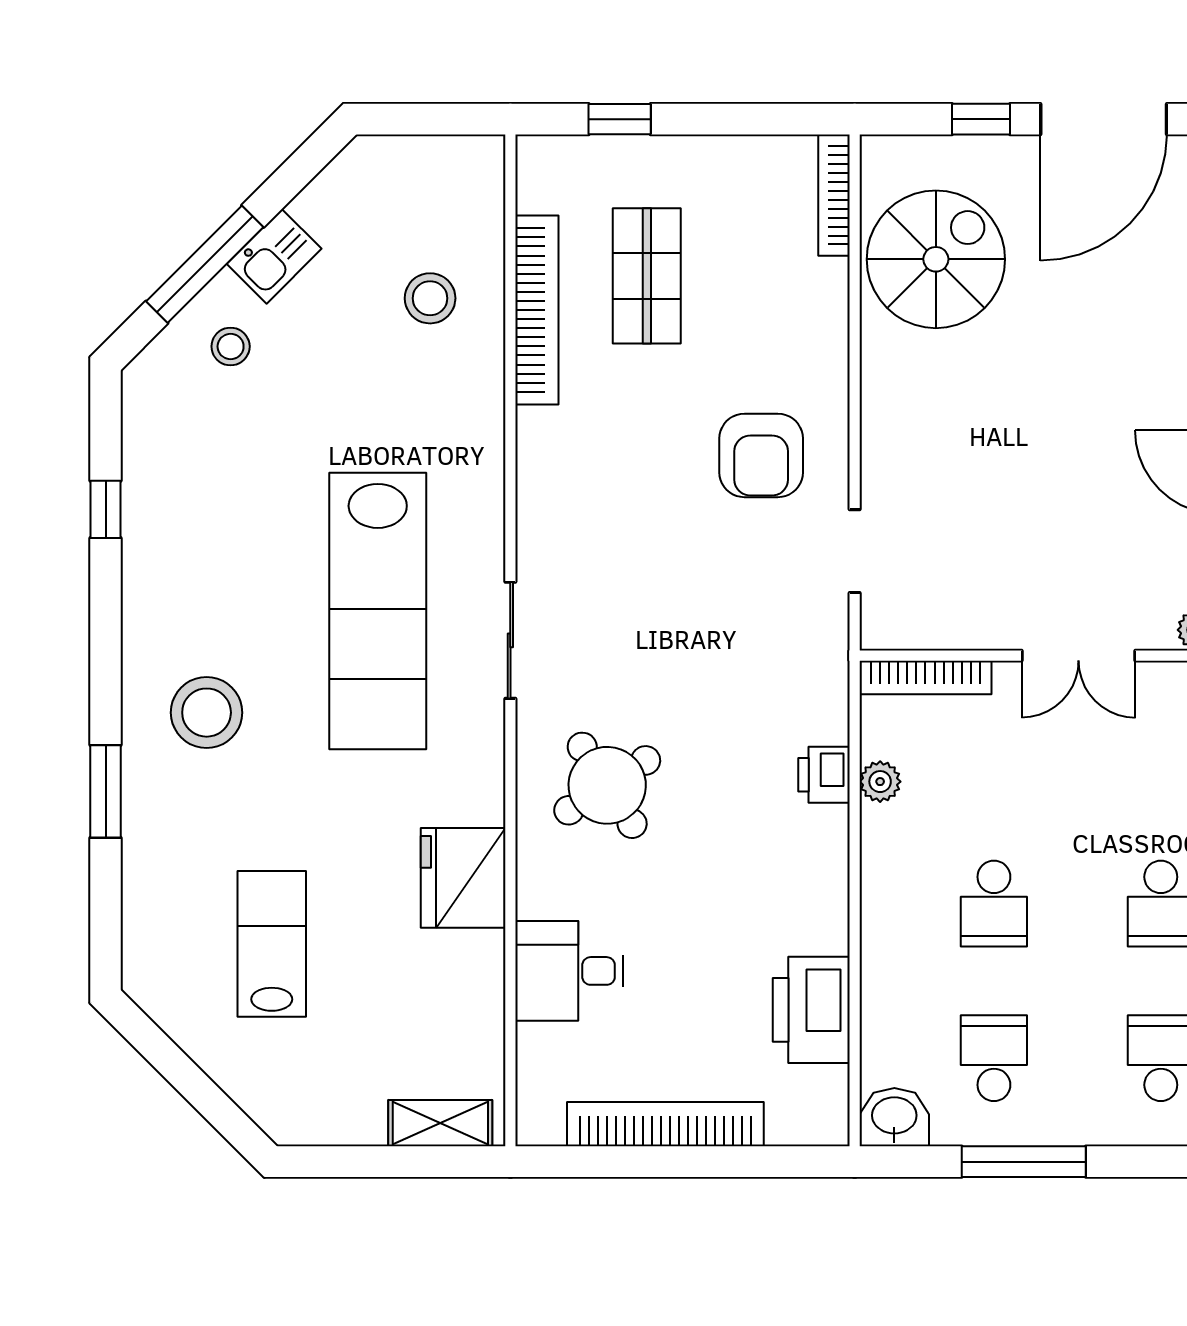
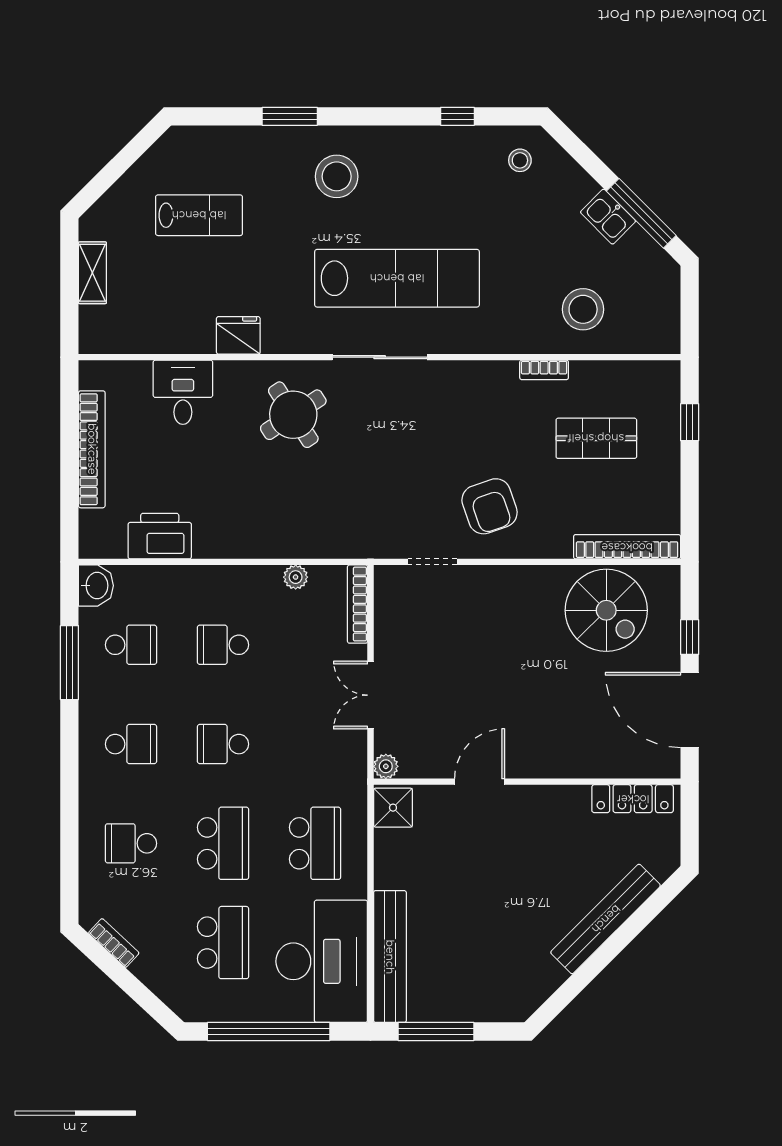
bookcase: (834, 195) -> (627, 547), width x1.48, depth x1.31
window: (205, 264) -> (641, 213), moved
stool: (430, 298) -> (583, 309), width x1.38, depth x1.38
bookcase: (537, 310) -> (544, 370), width x0.43, depth x0.76
stool: (231, 346) -> (520, 160), moved
armchair: (761, 455) -> (490, 506), turned -109
lab bench: (378, 611) -> (397, 278), turned 180
sliding door: (510, 640) -> (380, 357), width x1.37
printer: (824, 775) -> (300, 544), removed
fridge: (463, 878) -> (238, 335), width x0.73, depth x0.75
shelving: (440, 1123) -> (92, 273), moved

